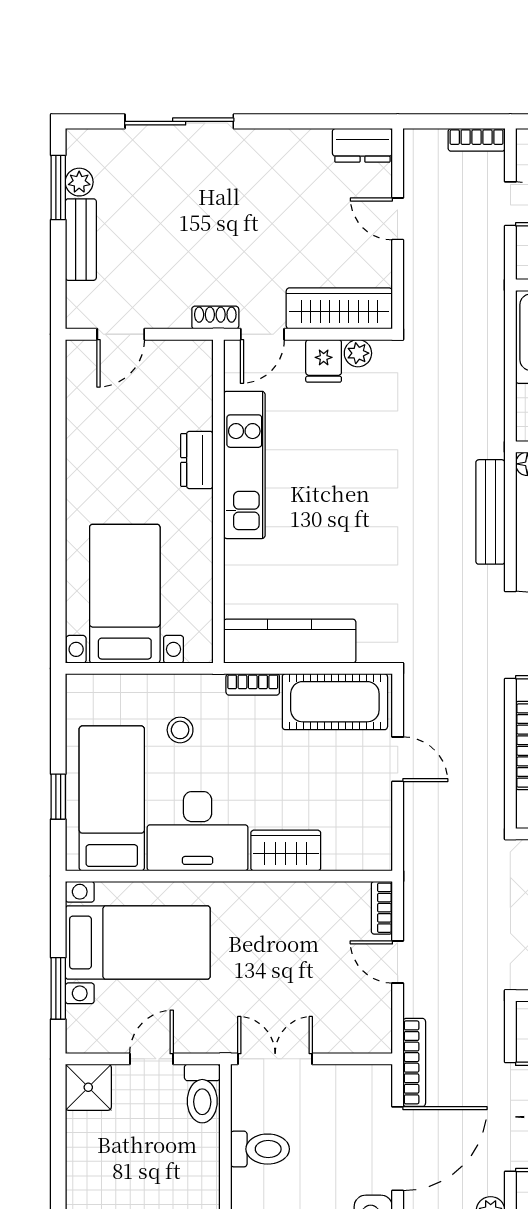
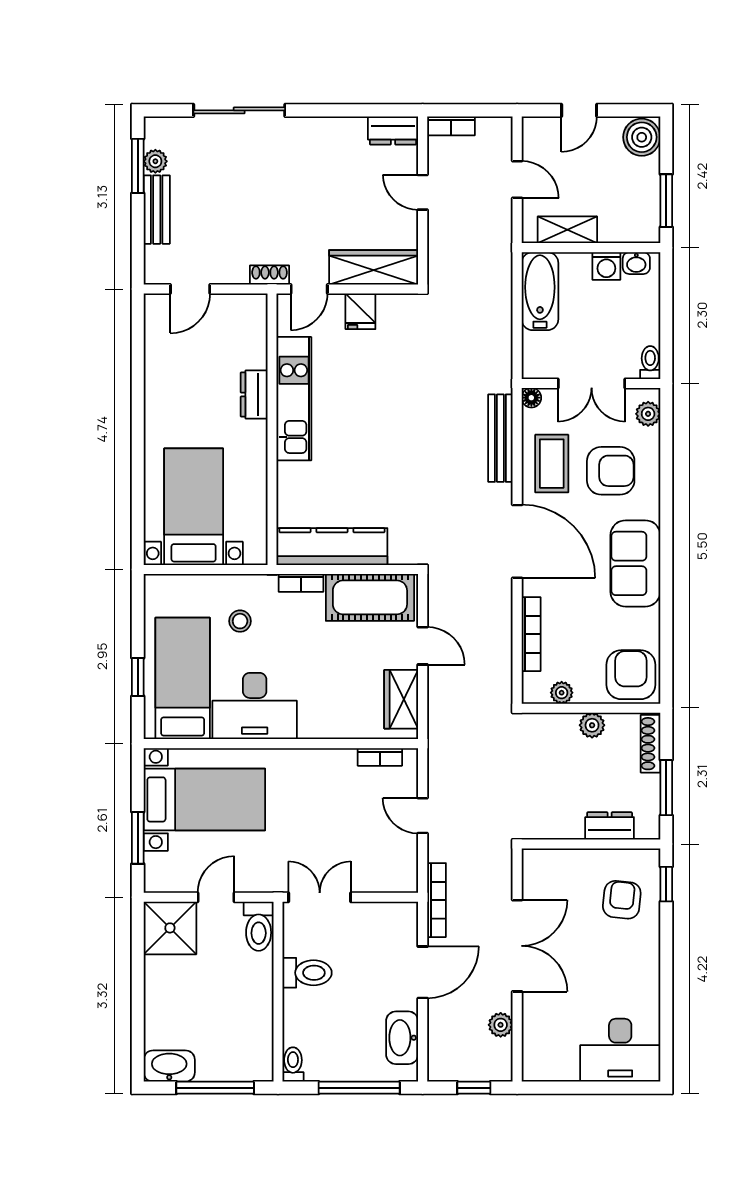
bookcase: (477, 140) -> (451, 126), moved
plant: (358, 353) -> (389, 305), removed
wardrobe: (286, 850) -> (401, 699), moved, turned -90
bookcase: (382, 908) -> (380, 757), moved, turned -90
shower: (88, 1087) -> (170, 928), width x1.36, depth x1.36
door: (398, 1149) -> (423, 972), width x0.73

